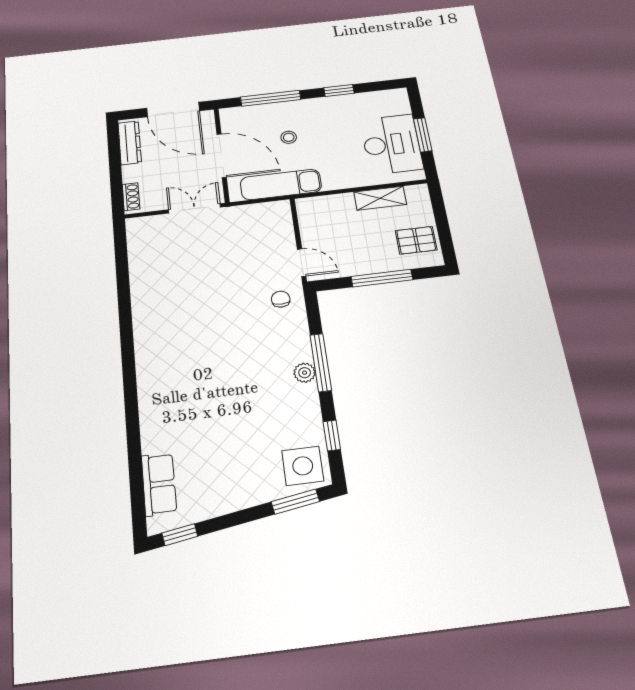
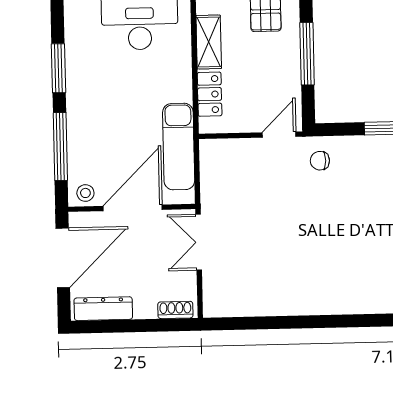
window: (339, 91) -> (59, 68), width x1.50
stool: (289, 137) -> (85, 193), moved
locker: (332, 204) -> (210, 94), added

